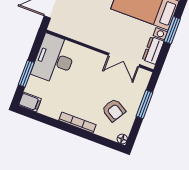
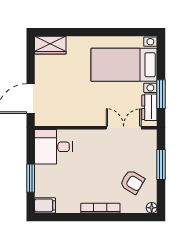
window: (172, 30) -> (161, 94), moved
desk: (54, 59) -> (53, 147), width x0.73
double door: (124, 60) -> (124, 128), swing flipped

